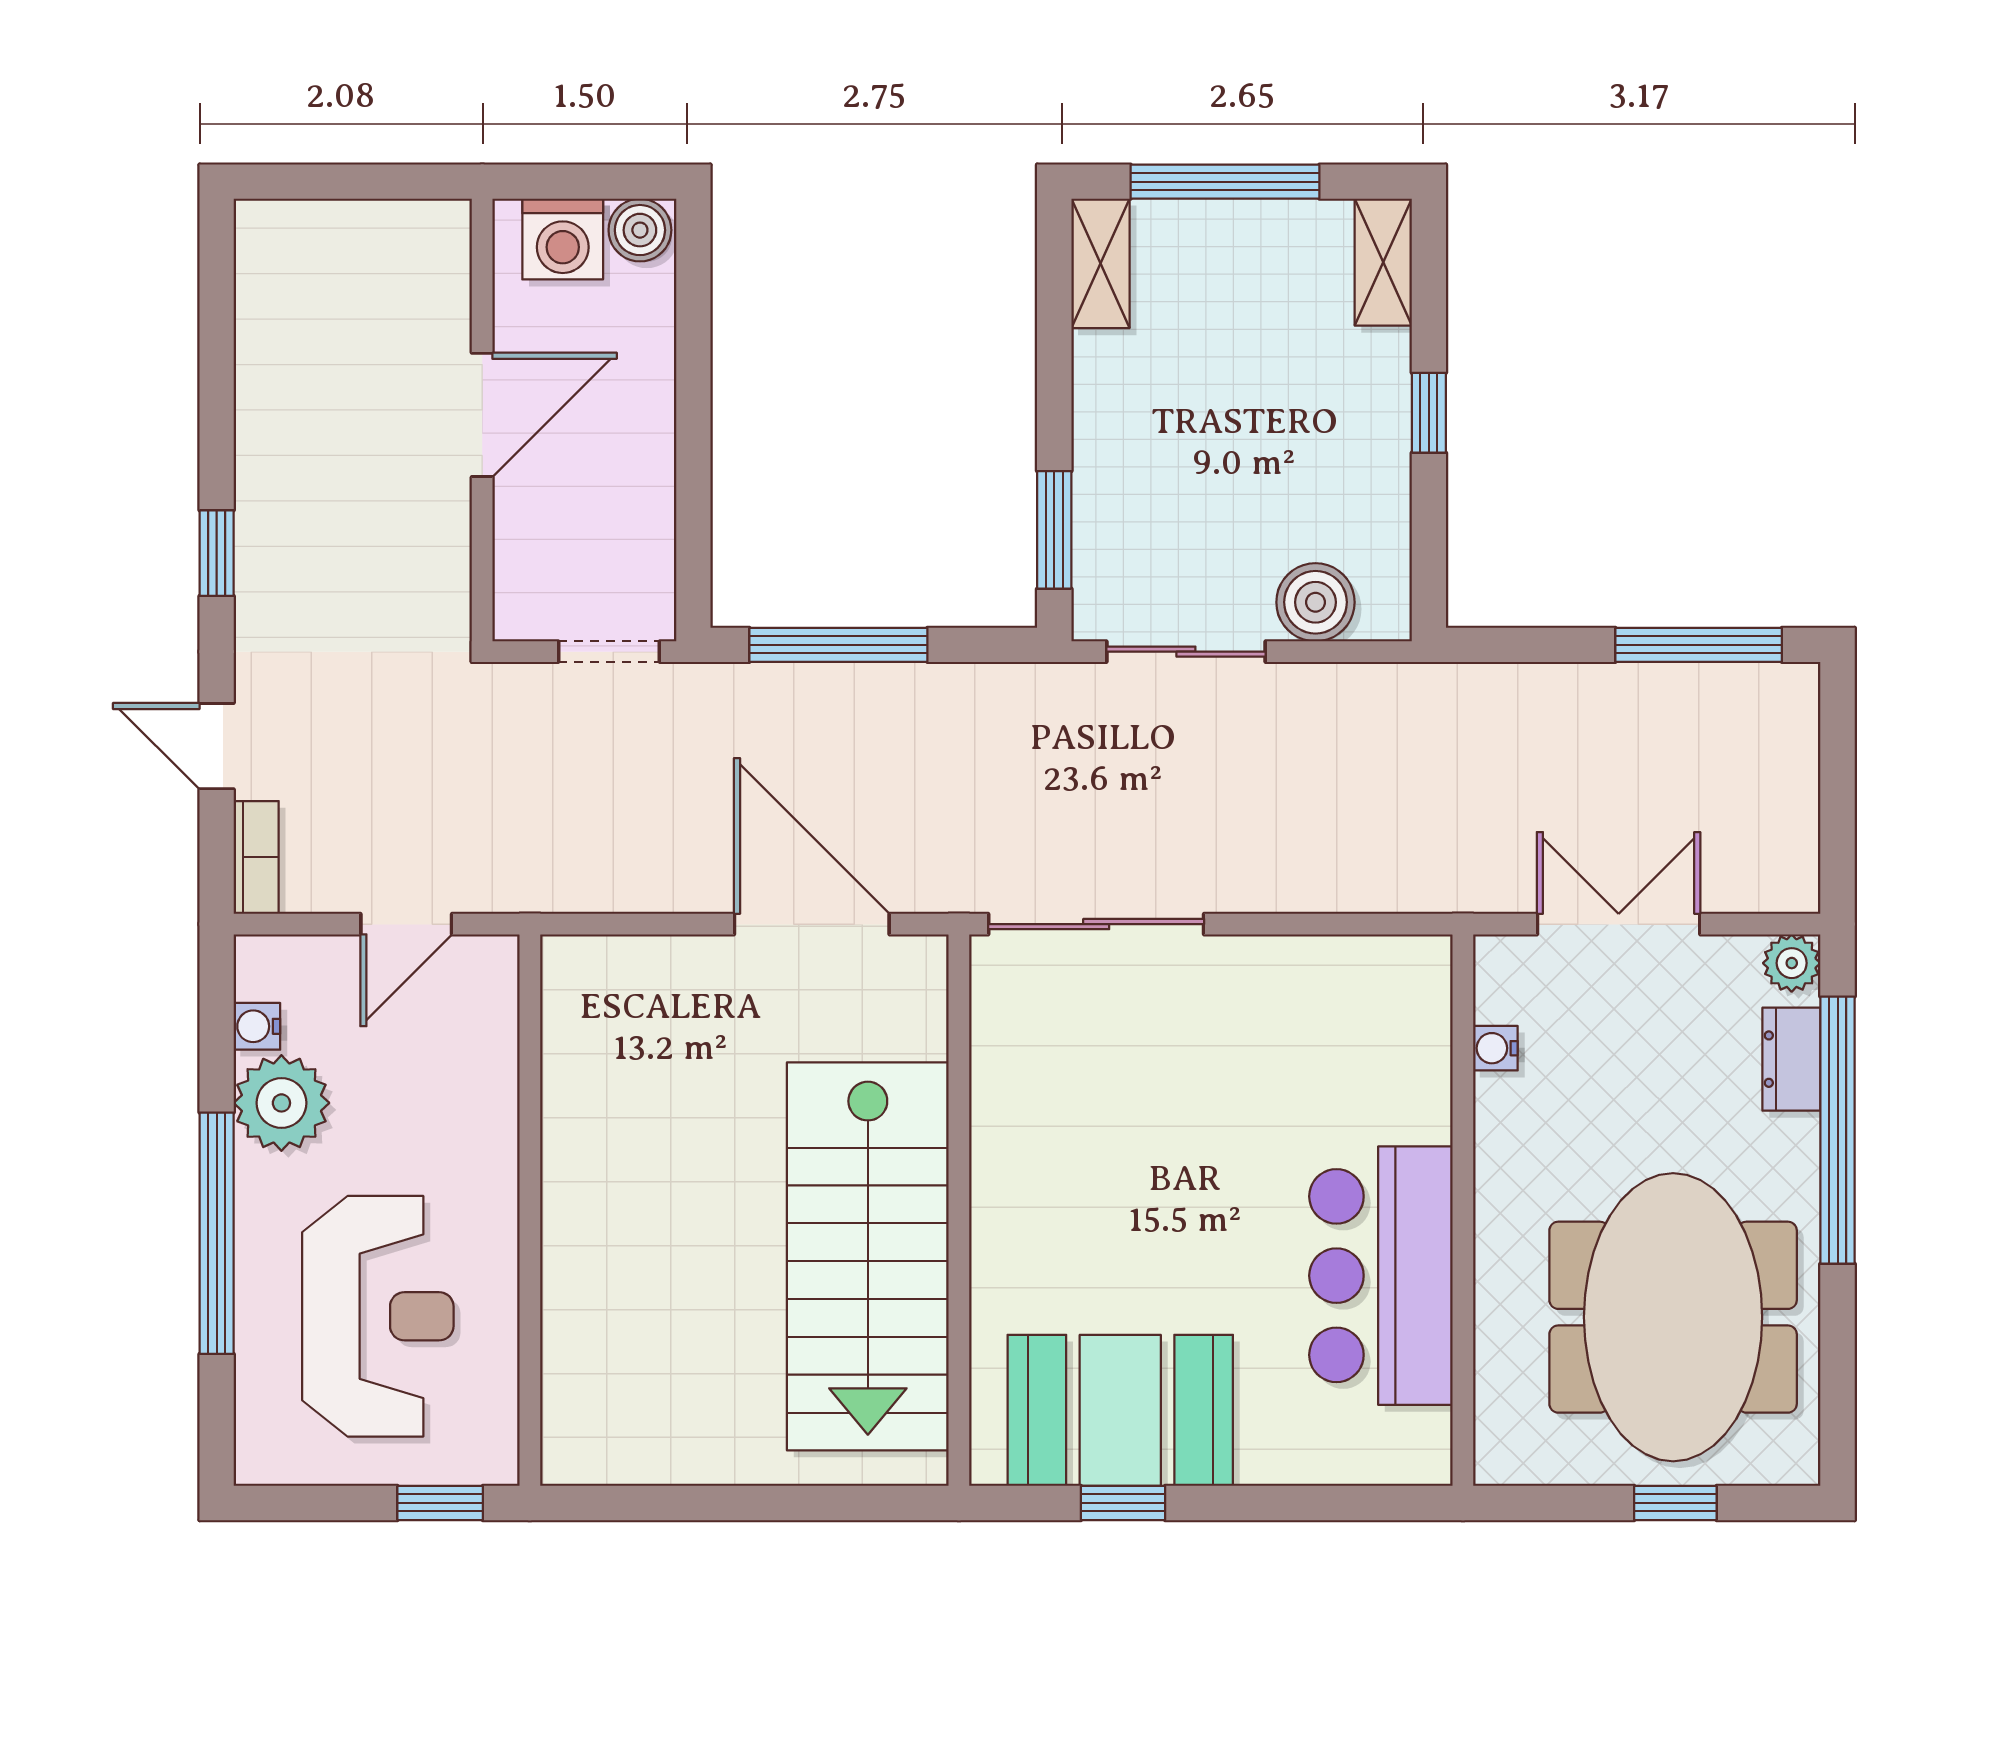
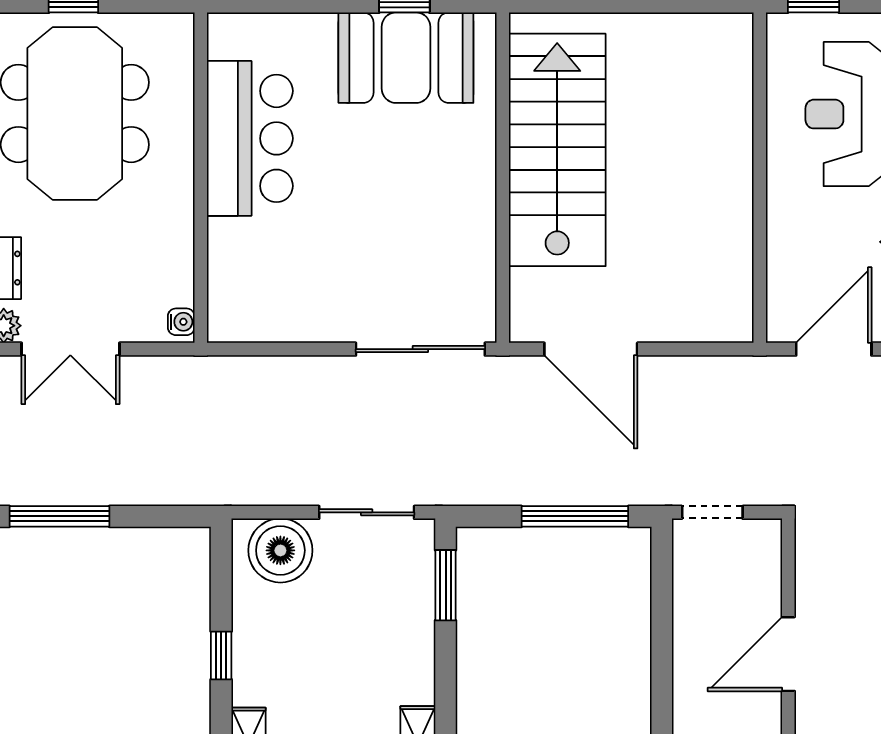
boiler: (1315, 602) -> (280, 550), width x1.37, depth x1.37
door: (406, 924) -> (834, 349), width x1.38
double door: (1619, 924) -> (70, 349), moved
water cooler: (1495, 1048) -> (181, 322), moved

